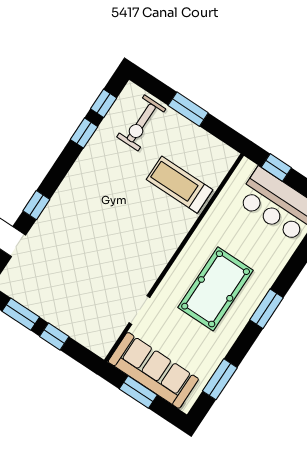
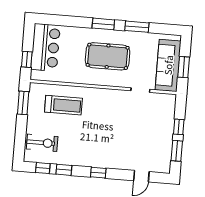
window: (188, 109) -> (23, 103), moved
treadmill: (179, 185) -> (63, 105), turned -90
window: (36, 205) -> (98, 173), moved
window: (220, 379) -> (137, 27), moved

